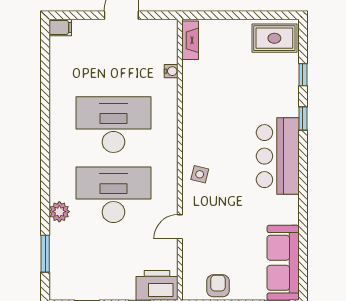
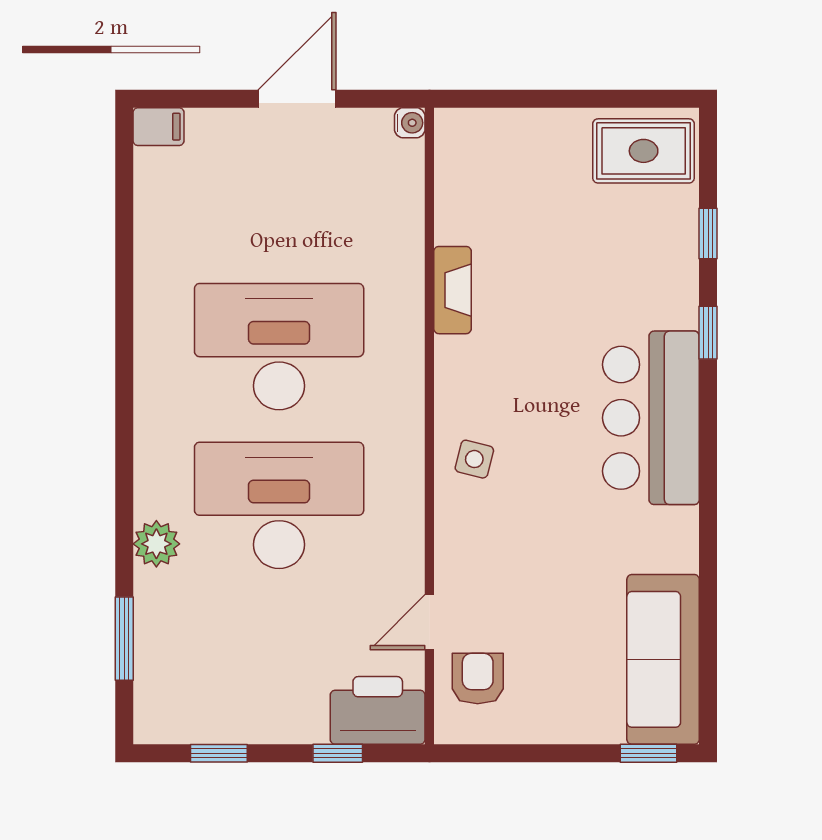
fireplace: (190, 40) -> (453, 290), moved
water cooler: (171, 71) -> (410, 123), moved
door: (180, 227) -> (429, 622), moved
armchair: (218, 286) -> (478, 679), moved

